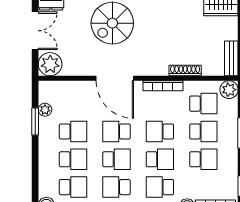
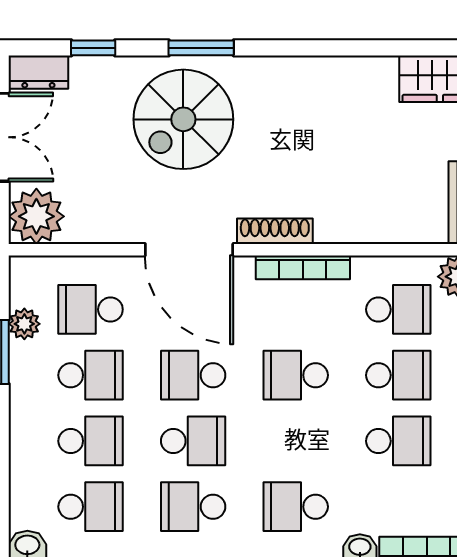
shoe rack: (185, 70) -> (275, 231), moved
school desk: (160, 159) -> (91, 309), moved, turned 180

